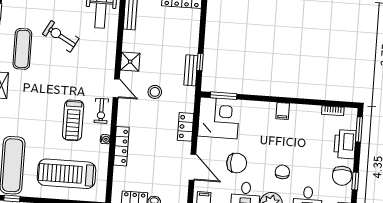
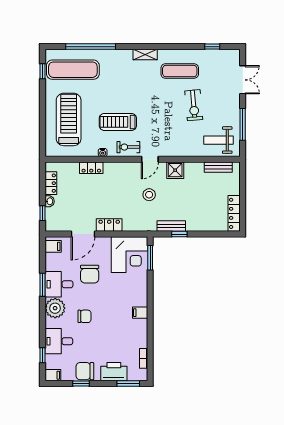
exercise bike: (61, 36) -> (194, 105), turned 146
locker: (186, 127) -> (109, 225), moved
locker: (121, 146) -> (91, 168), width x0.66

